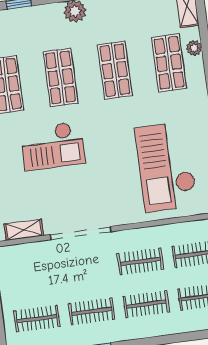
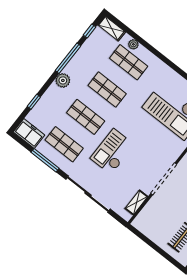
checkout: (53, 146) -> (112, 152), turned 180

